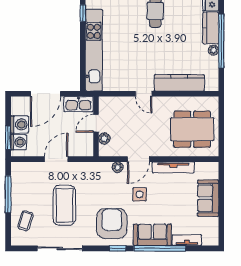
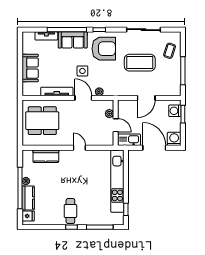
kitchen counter: (179, 83) -> (46, 156), width x0.67
door: (46, 94) -> (154, 148), hinge flipped
door: (96, 123) -> (116, 125), hinge flipped
washing machine: (20, 124) -> (174, 139), moved, turned 90
door: (138, 159) -> (83, 98), hinge flipped
coffee table: (64, 205) -> (140, 63), turned 90
armchair: (112, 224) -> (104, 49), turned -90

